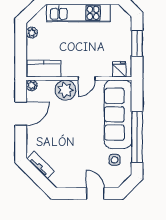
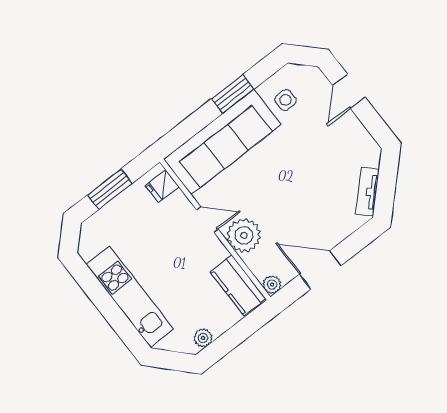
window: (137, 137) -> (233, 94), width x0.47

